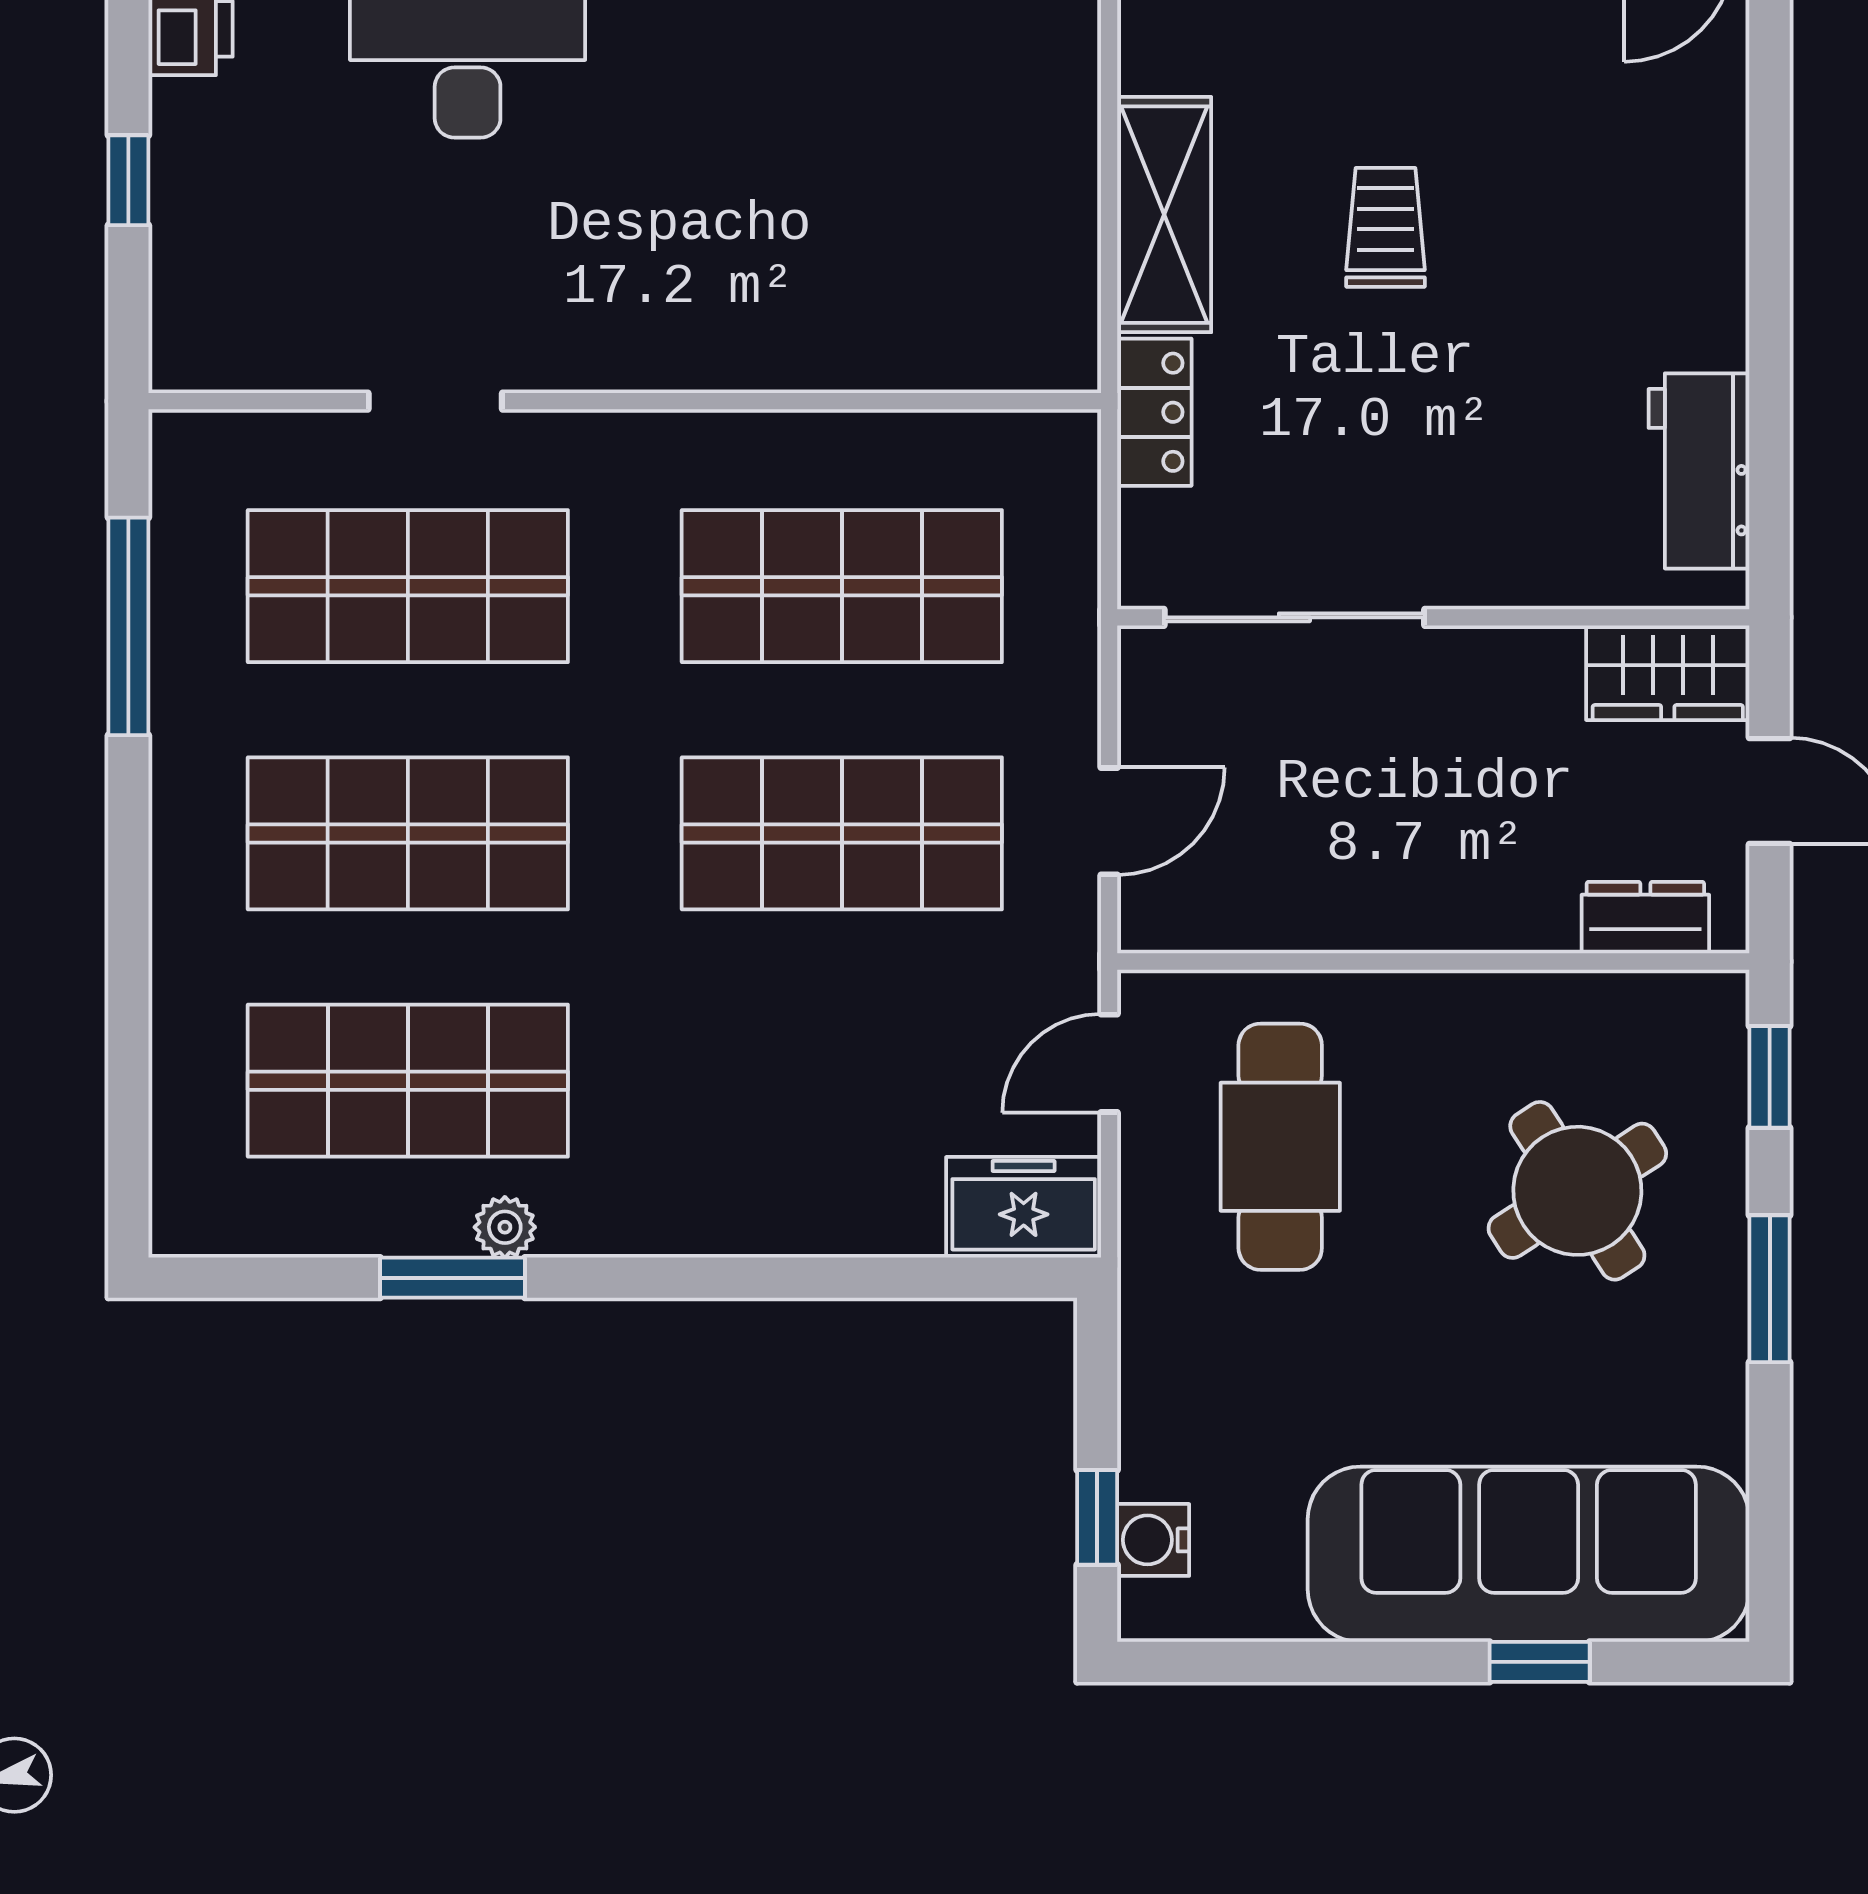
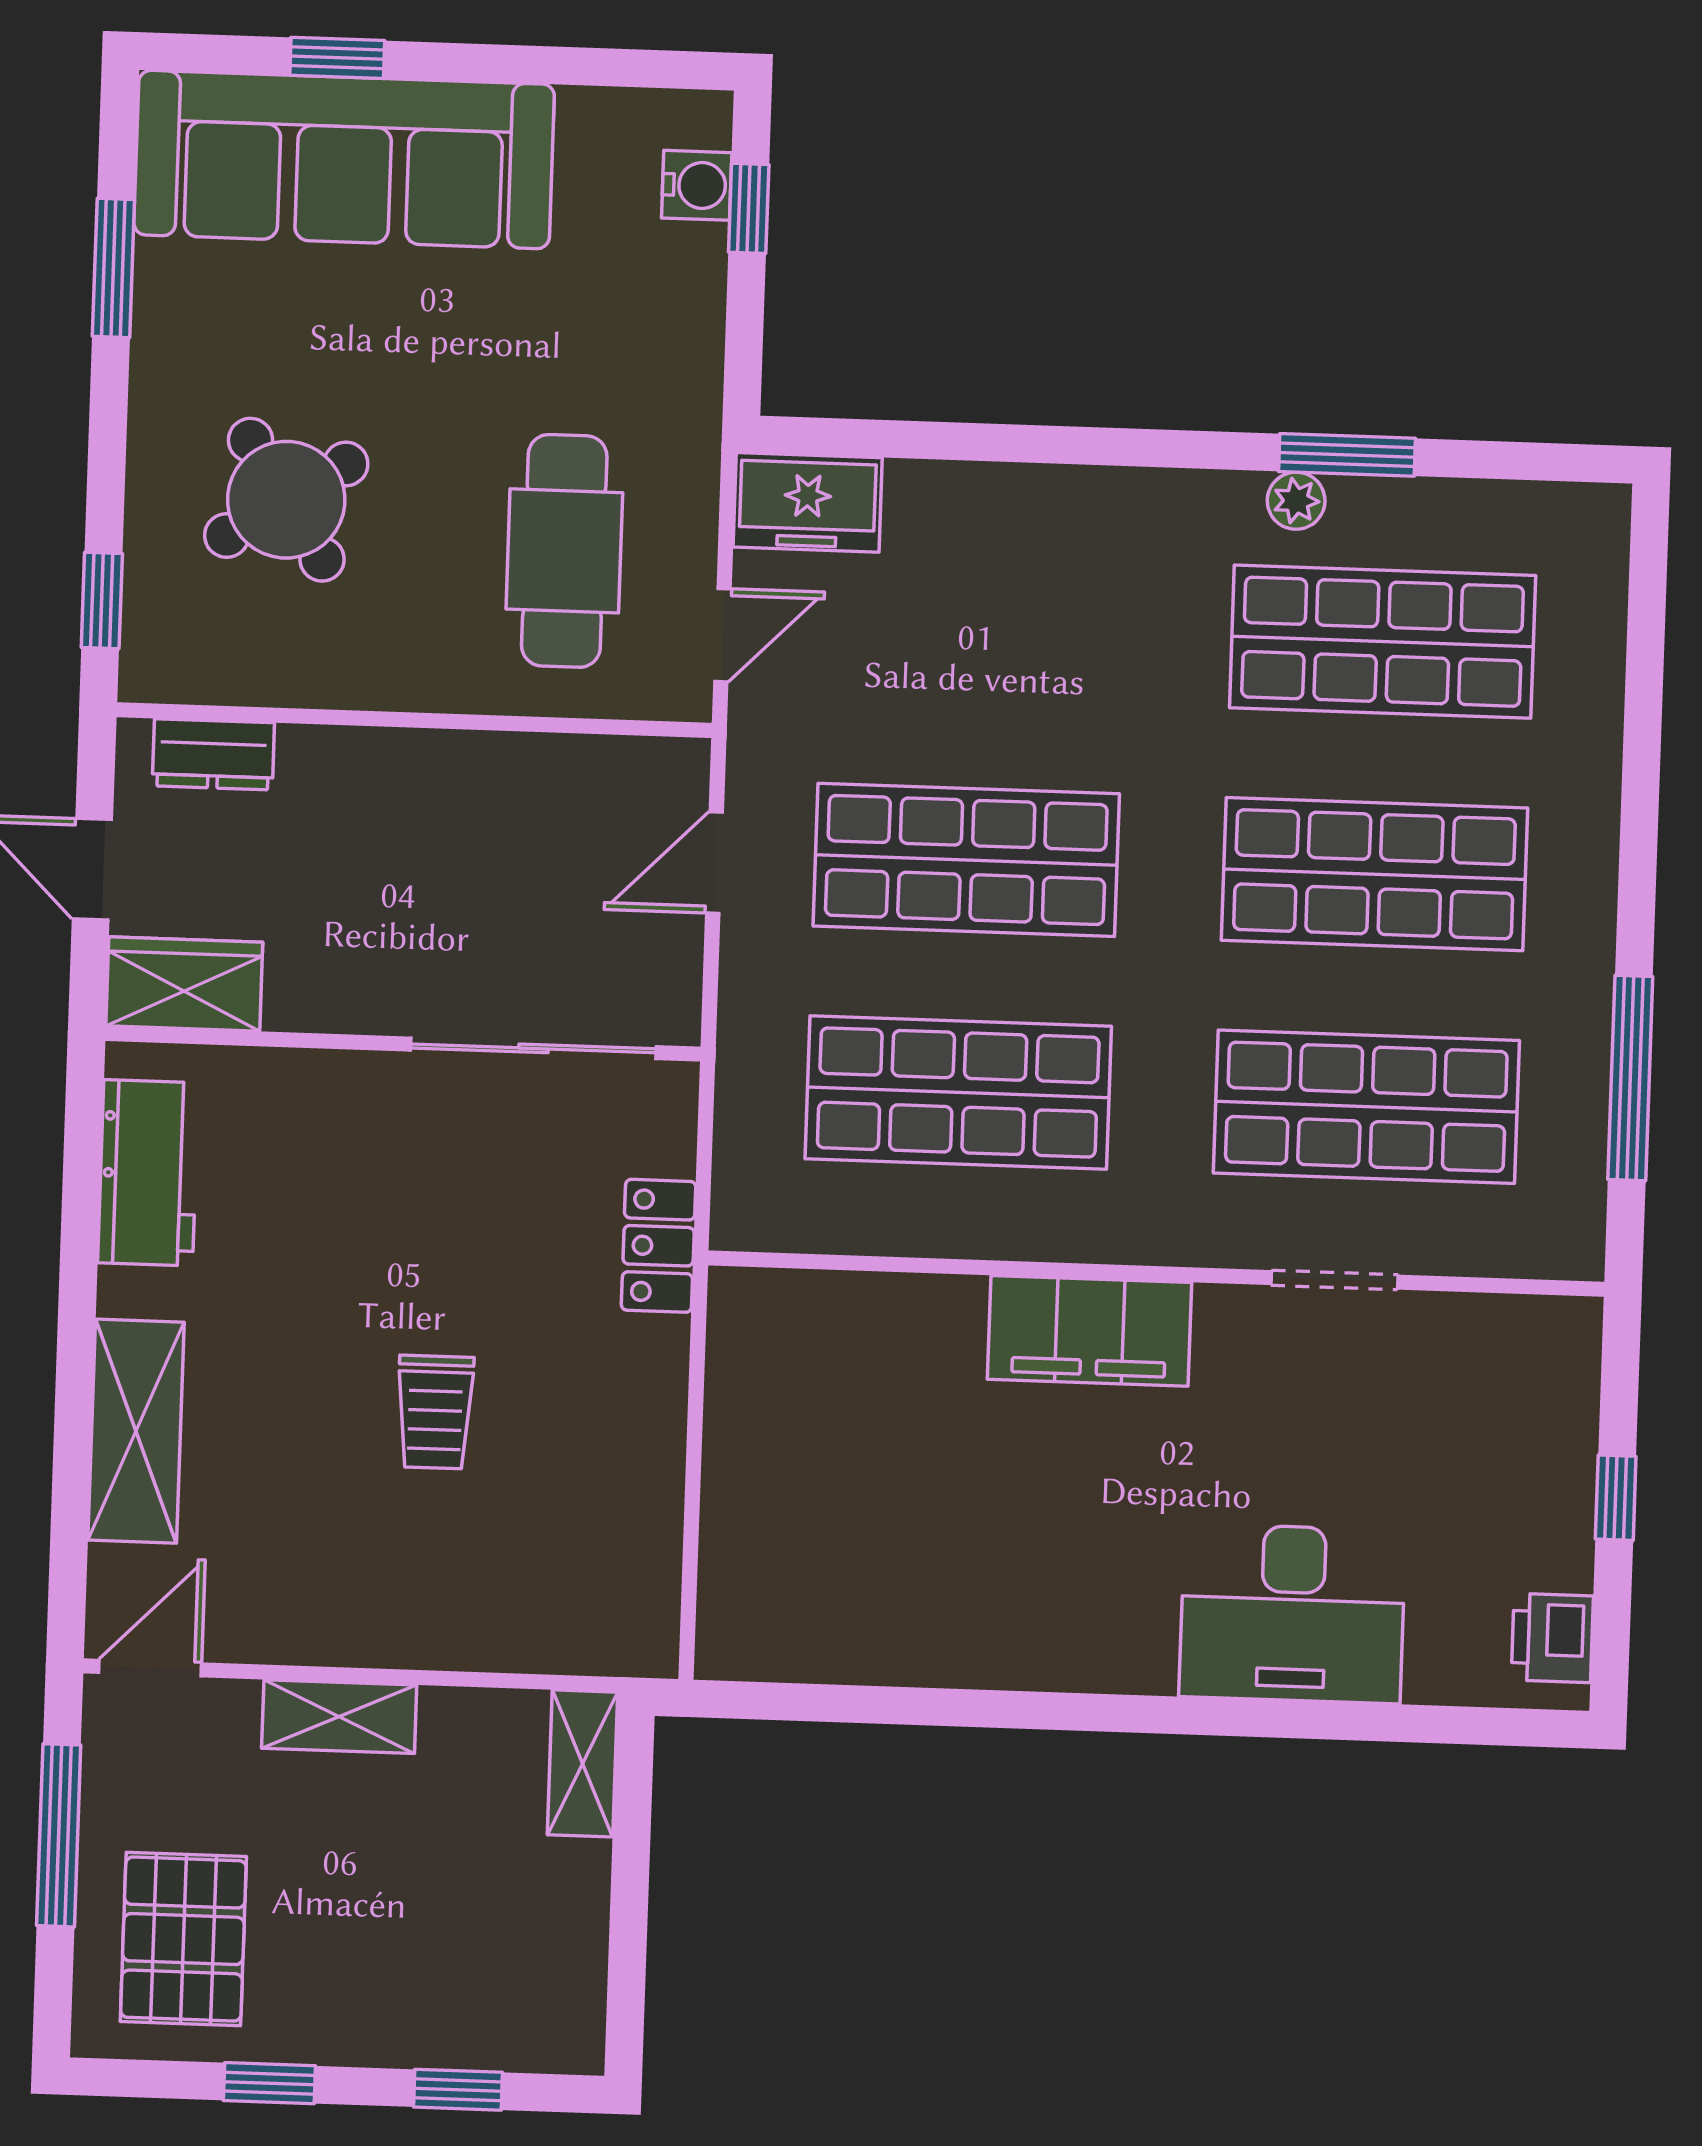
shelving: (1164, 215) -> (136, 1431), moved
filing cabinet: (693, 338) -> (1090, 1331), added
window: (1770, 1289) -> (113, 268), moved

